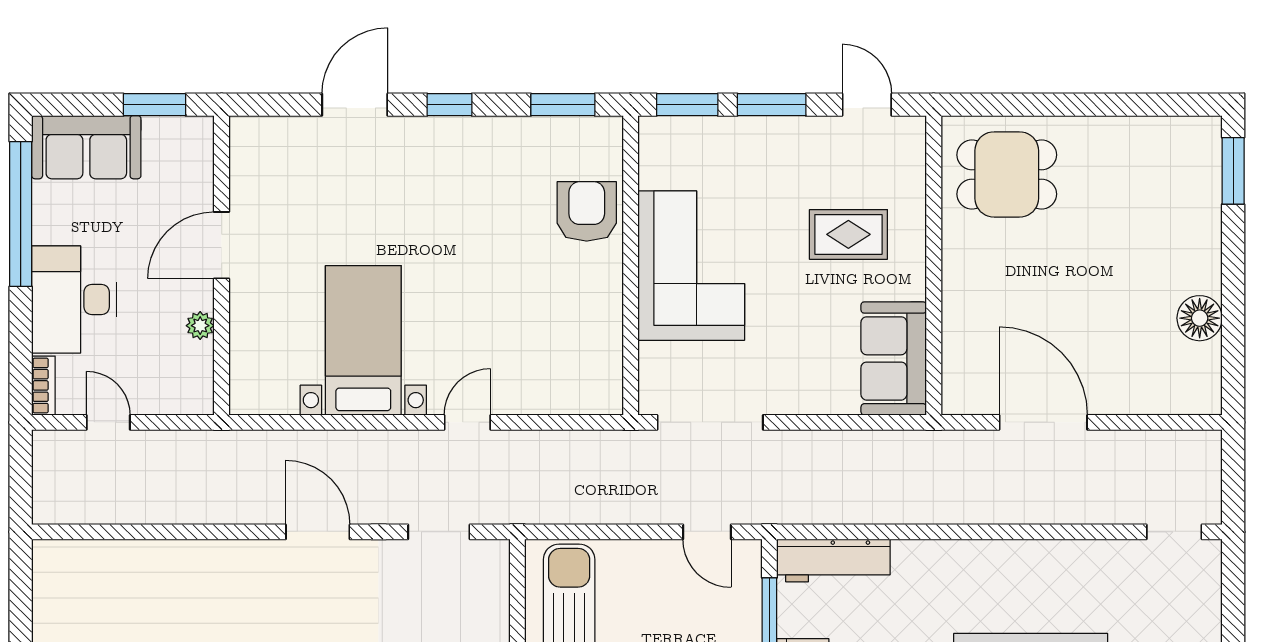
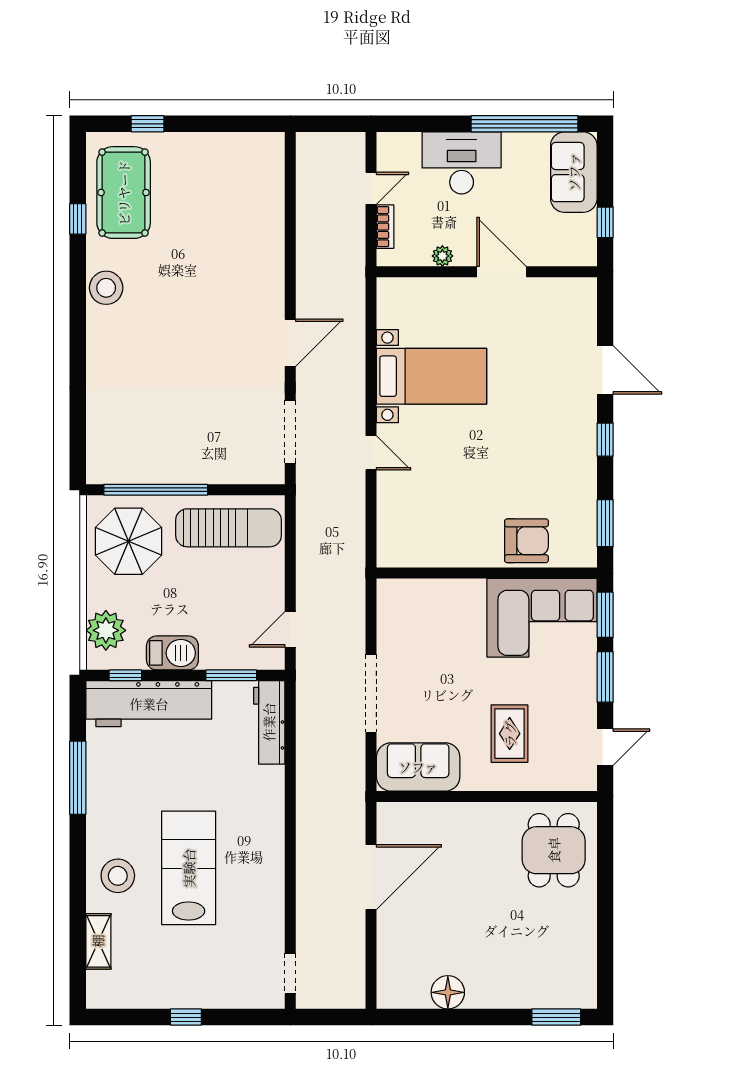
window: (154, 105) -> (605, 222), width x0.67
corner sofa: (691, 266) -> (542, 618), moved
bookcase: (43, 385) -> (385, 227), moved, turned -90
doorway: (710, 422) -> (371, 693), moved
doorway: (439, 532) -> (290, 432), width x1.38

